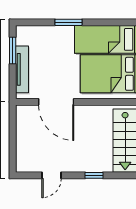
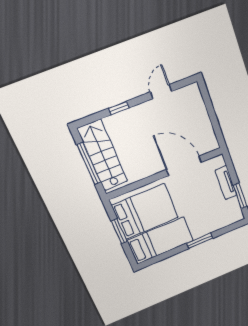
tv unit: (22, 69) -> (226, 183), width x0.71

